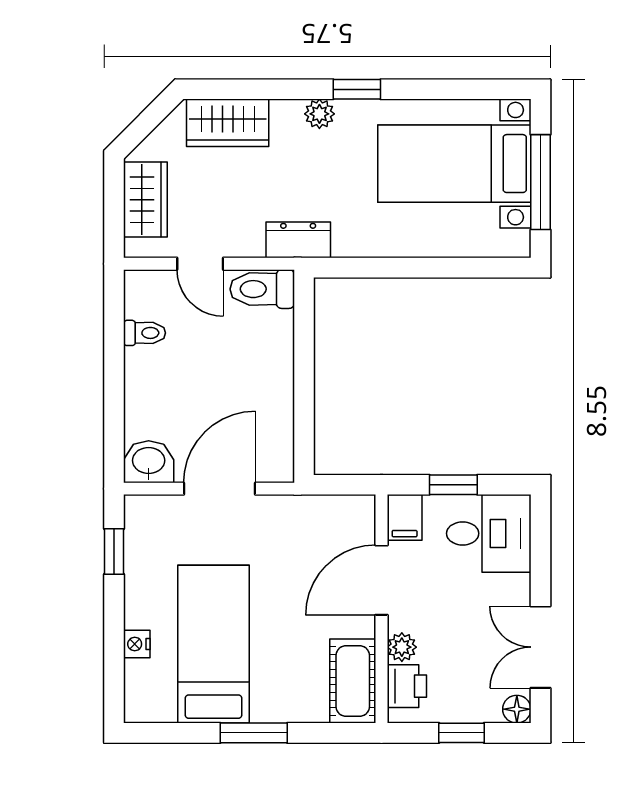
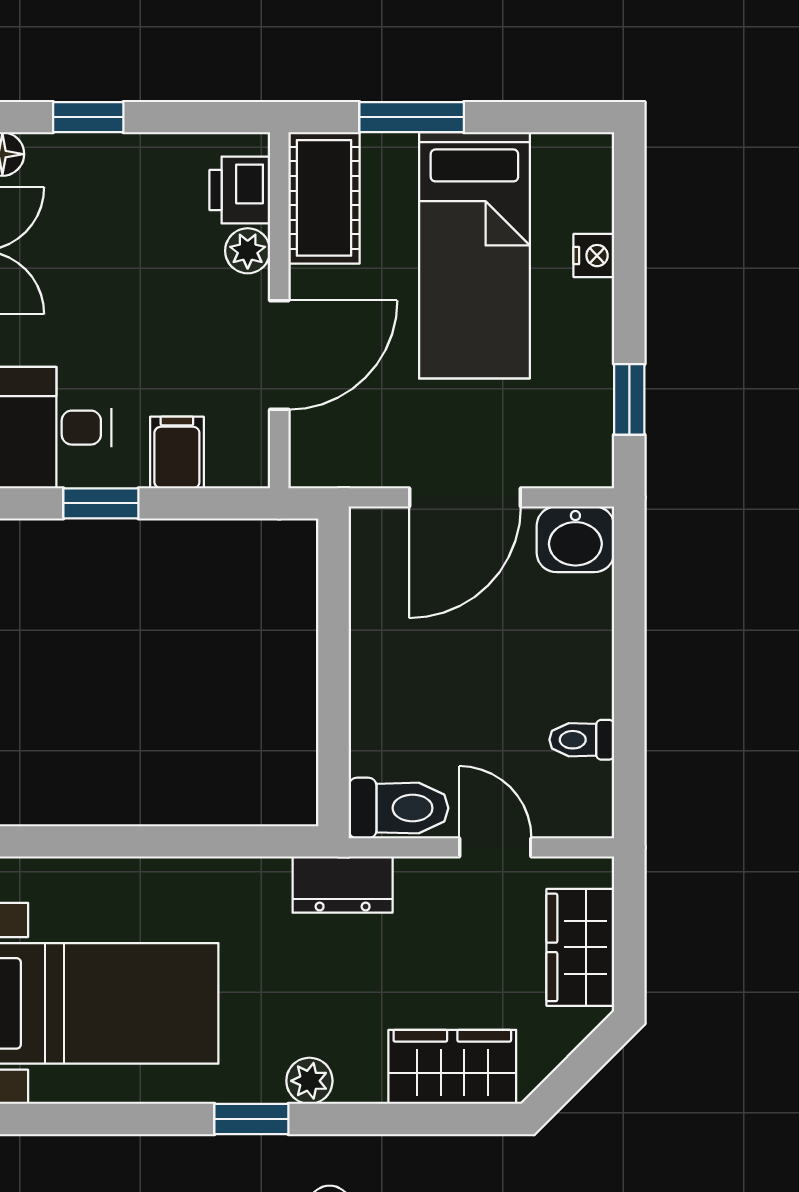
door: (382, 580) -> (279, 355), moved
wall: (382, 609) -> (279, 310), moved
plant: (402, 647) -> (248, 251), moved
cot: (353, 681) -> (324, 198), moved
printer: (407, 686) -> (240, 190), moved

